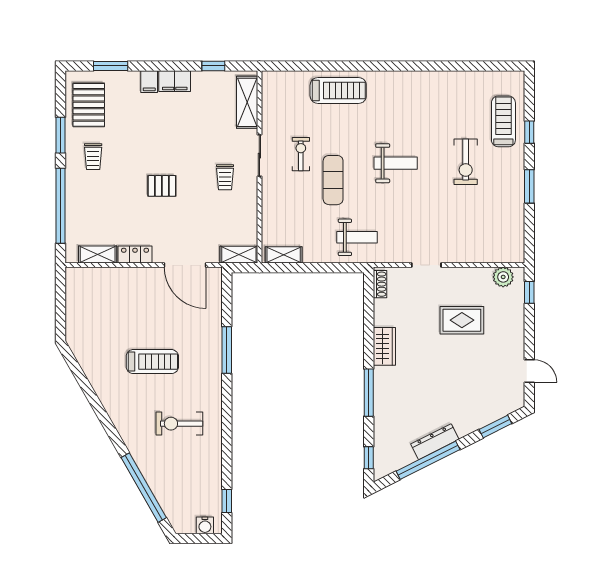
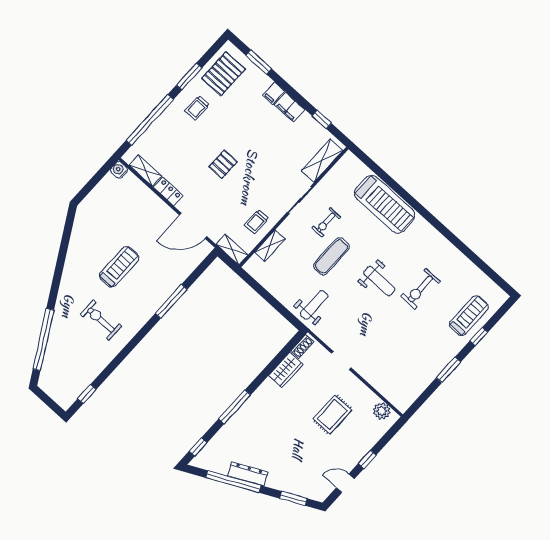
treadmill: (338, 90) -> (385, 204), width x1.37, depth x1.38
exercise bike: (301, 154) -> (326, 222), turned 180
exercise bike: (466, 162) -> (420, 289), moved
trolley: (225, 177) -> (257, 222), moved
pallet: (162, 186) -> (223, 164), turned 90
weight bench: (357, 237) -> (314, 305), turned -90
shelving: (284, 255) -> (270, 246), moved, turned 90
door: (185, 265) -> (193, 226), hinge flipped
window: (529, 292) -> (367, 459), moved
rug: (462, 320) -> (332, 414), turned 90
wardrobe: (384, 346) -> (286, 370), moved
treadmill: (152, 362) -> (119, 267), turned -90
door: (529, 371) -> (345, 483), swing flipped
water cooler: (205, 525) -> (119, 170), moved, turned 90

